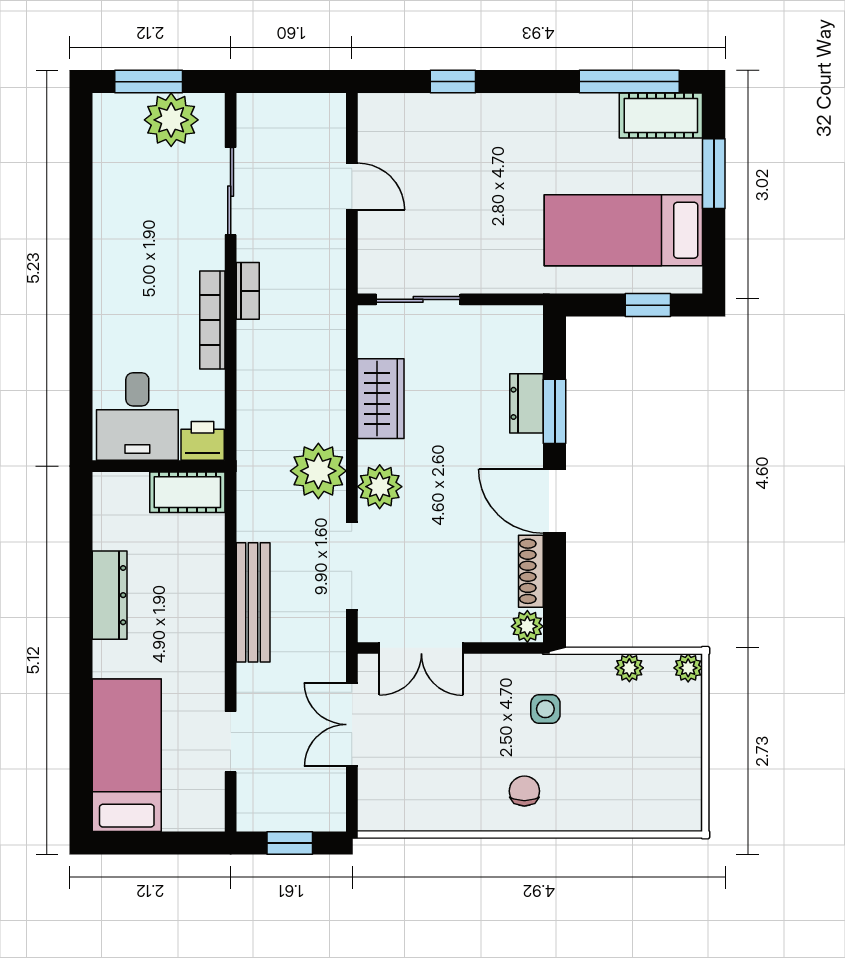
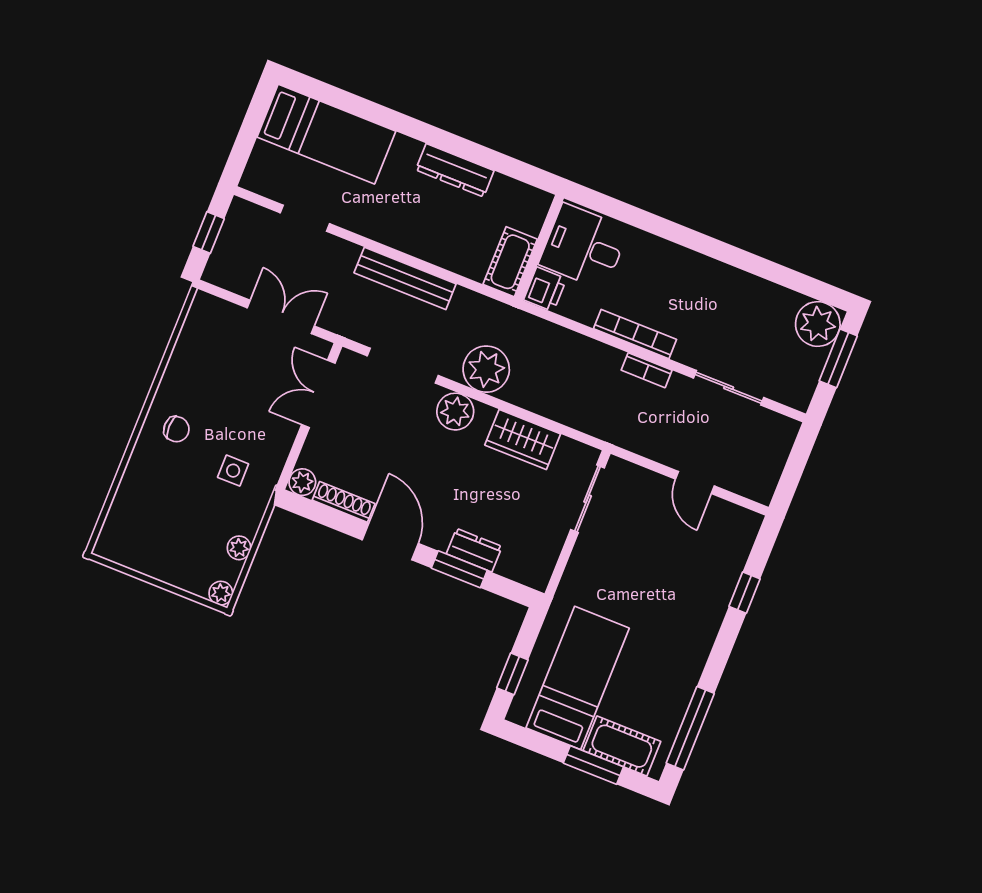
cot: (661, 115) -> (622, 746), moved, turned 90
plant: (171, 120) -> (818, 324), moved
door: (352, 186) -> (695, 483), hinge flipped
door: (555, 501) -> (390, 542), hinge flipped

